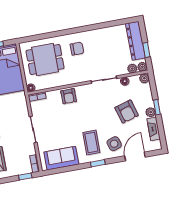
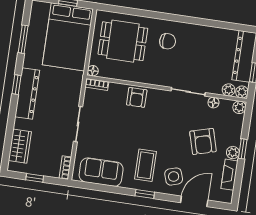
window: (25, 177) -> (35, 178), moved

